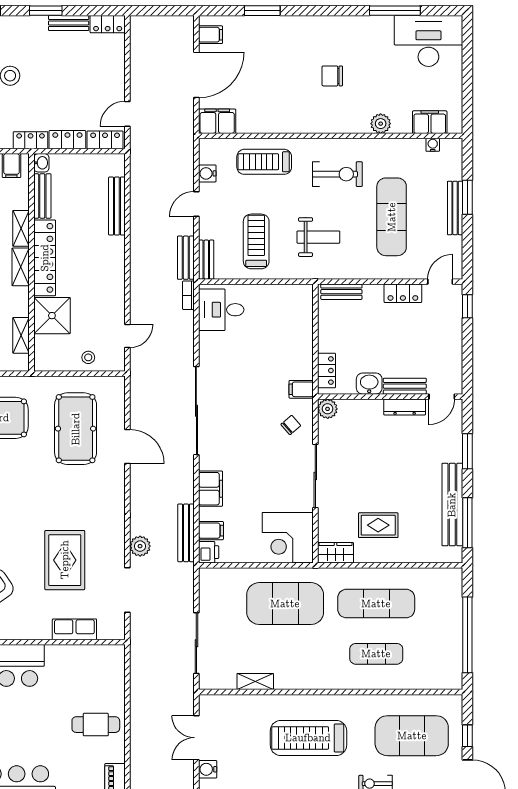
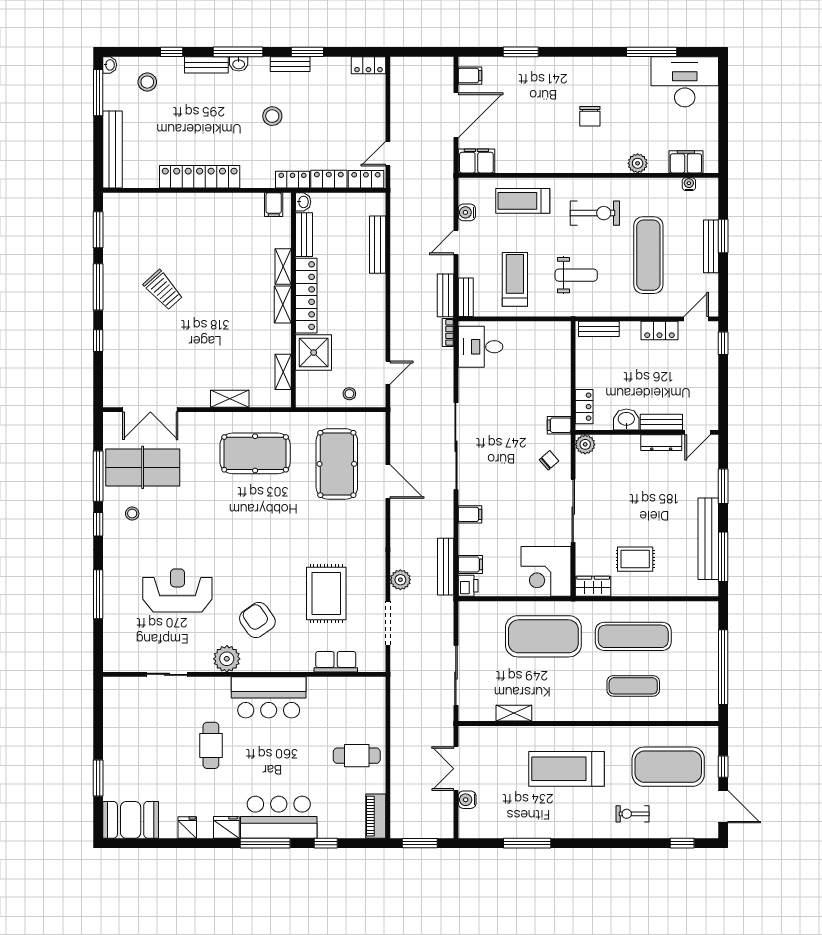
bench: (69, 23) -> (290, 64), moved
chair: (332, 76) -> (590, 116), turned -90
filing cabinet: (211, 489) -> (470, 514), width x0.50

